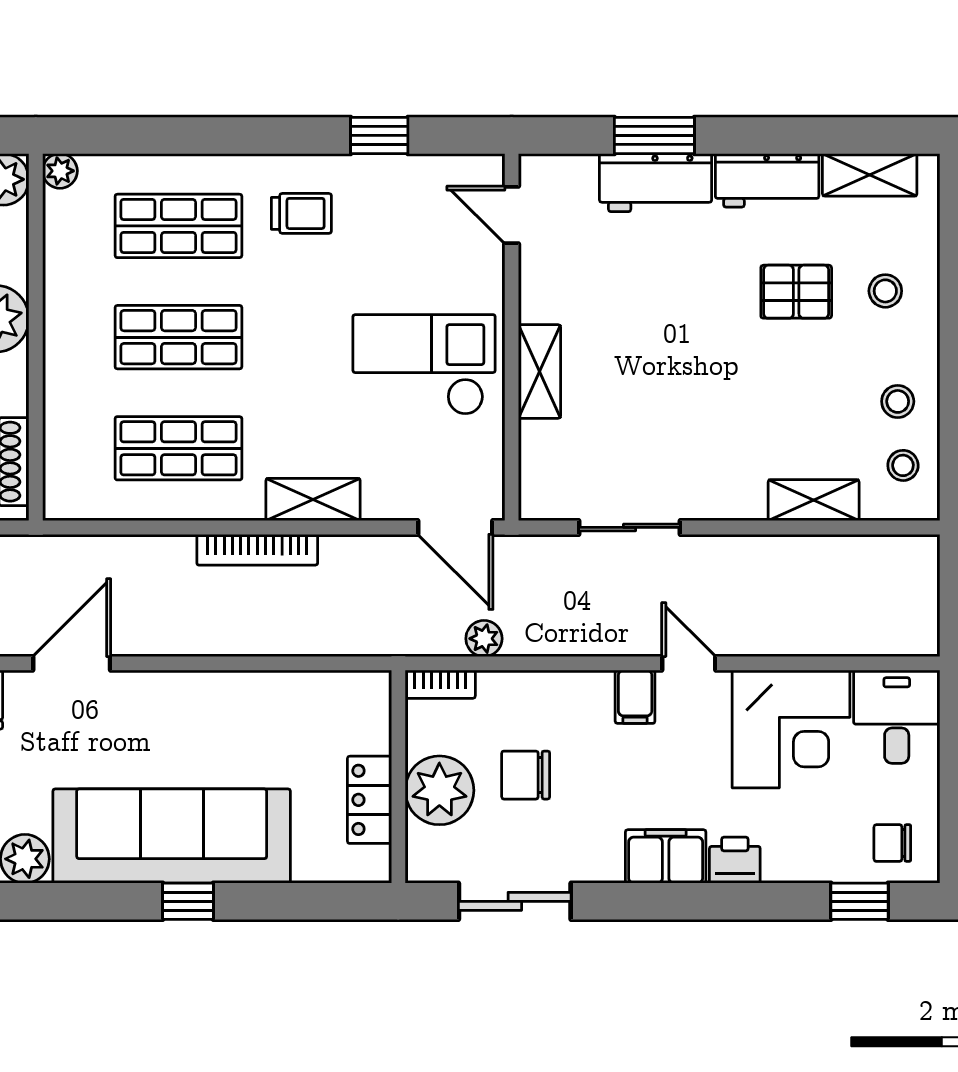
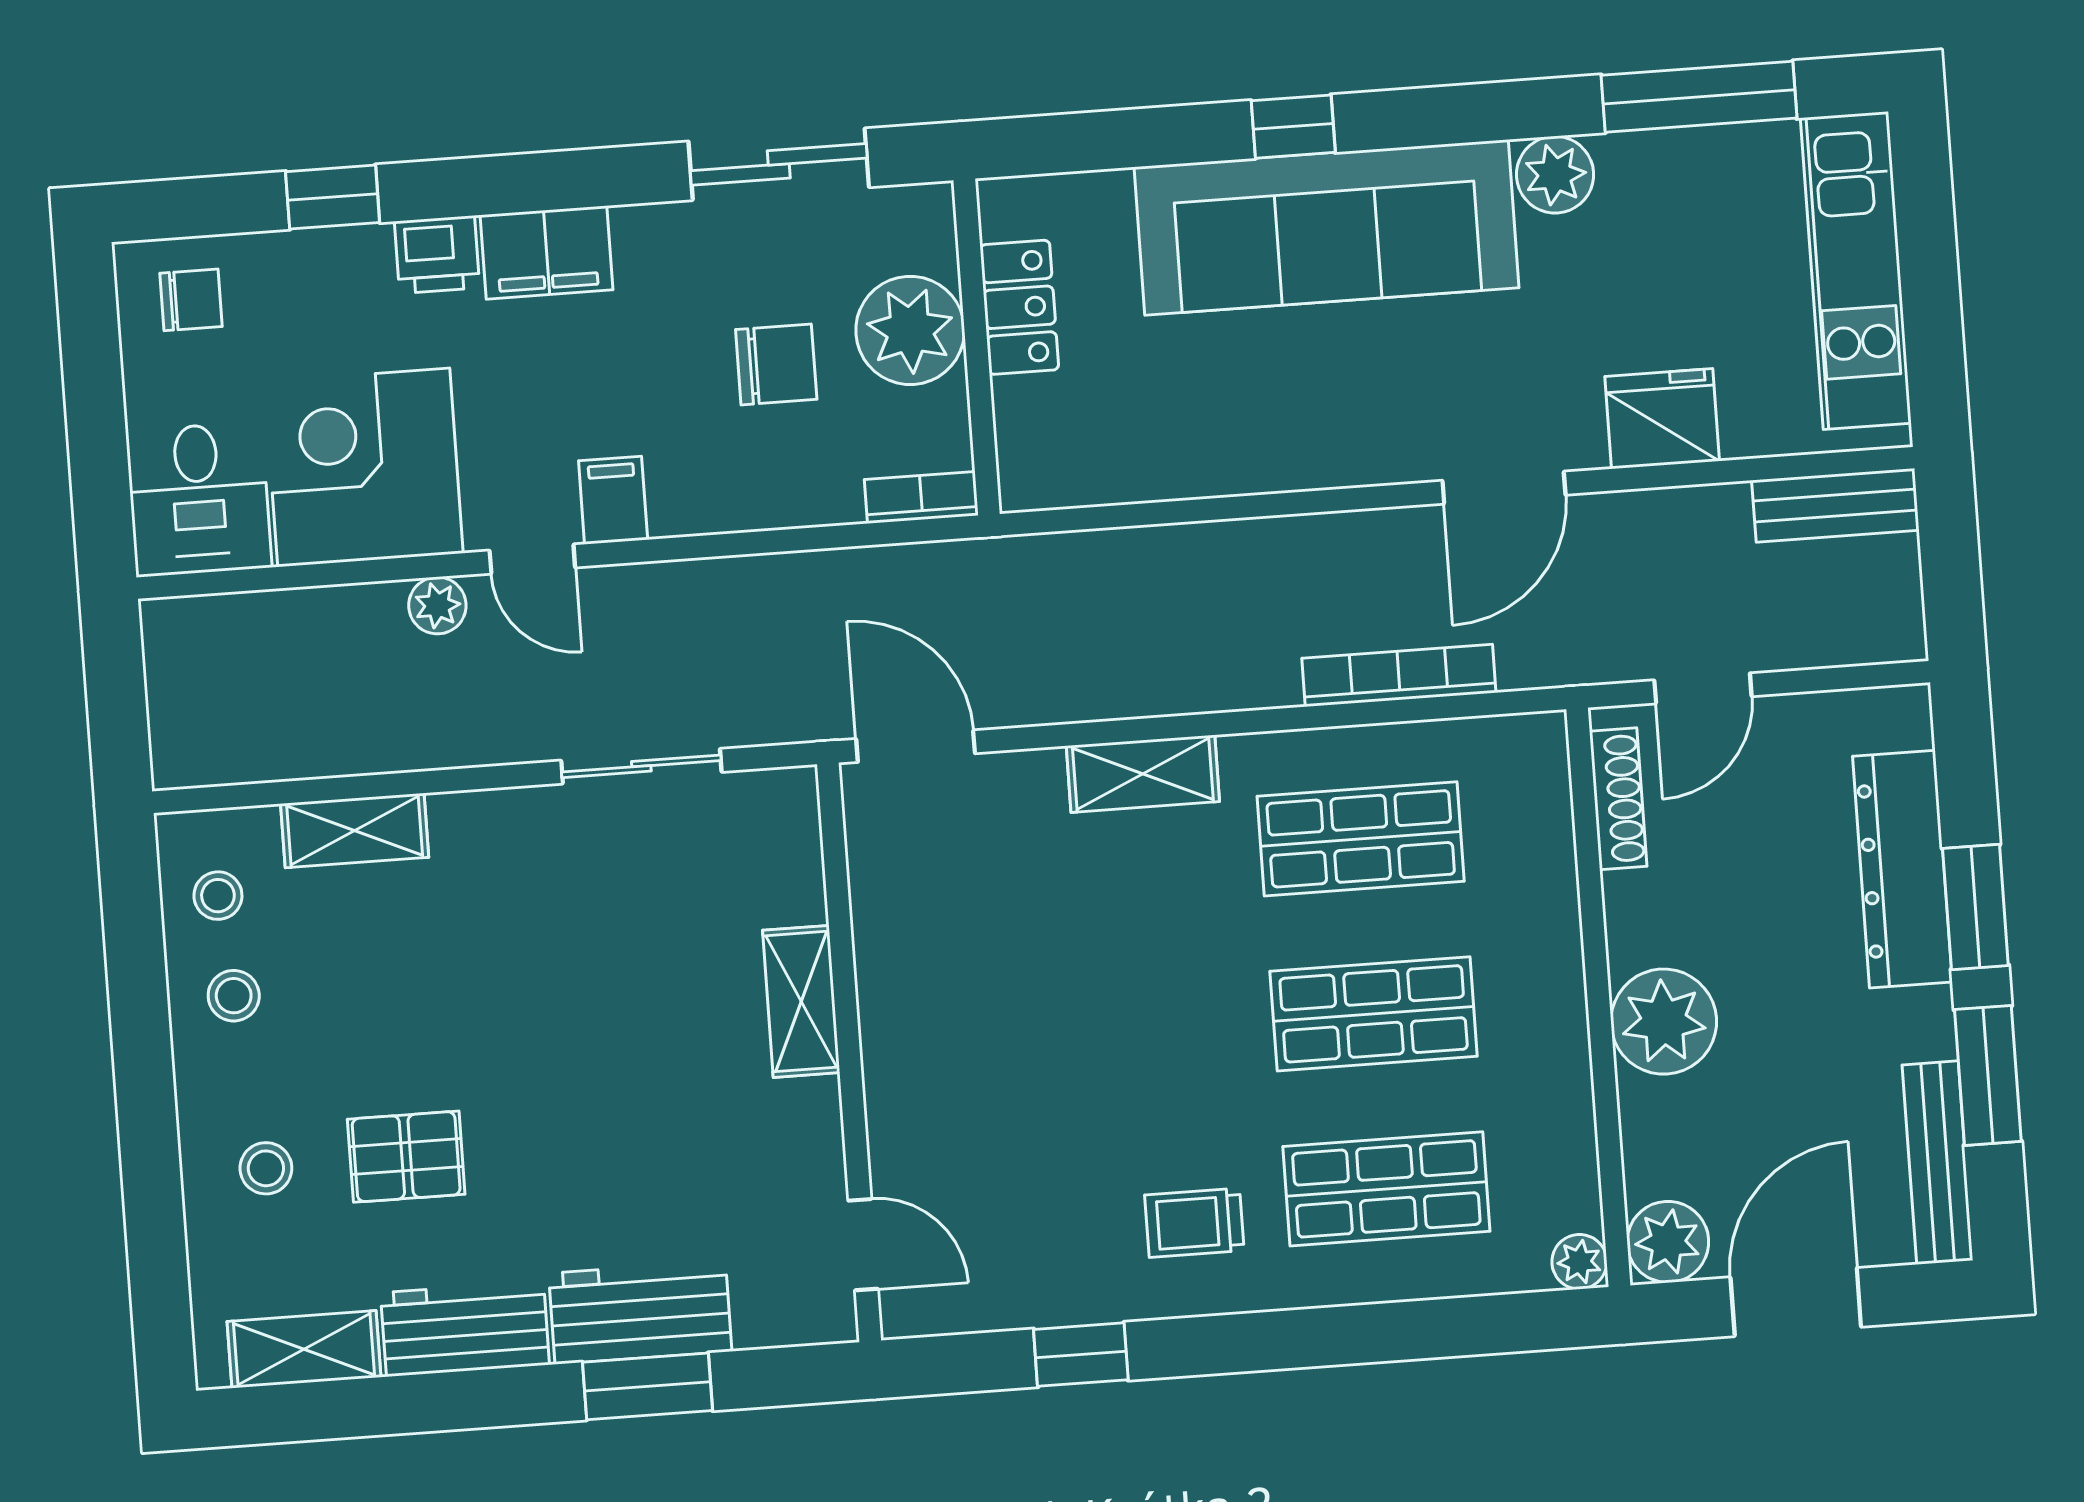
checkout: (424, 365) -> (984, 999), removed
bookcase: (257, 550) -> (1399, 675), moved
plant: (484, 639) -> (437, 605), moved
window: (860, 901) -> (333, 197), moved

